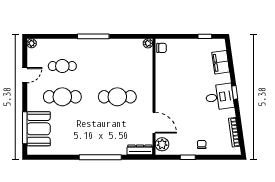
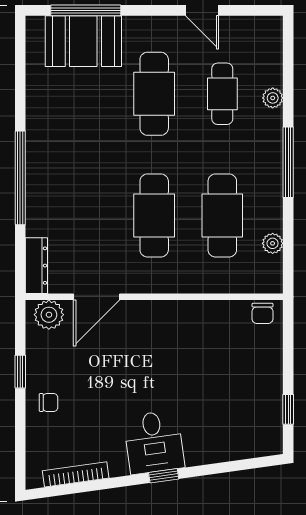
plant: (32, 43) -> (273, 98), moved
plant: (148, 43) -> (273, 243), moved
filing cabinet: (221, 62) -> (231, 445), removed
cafe table: (117, 66) -> (222, 215), added

